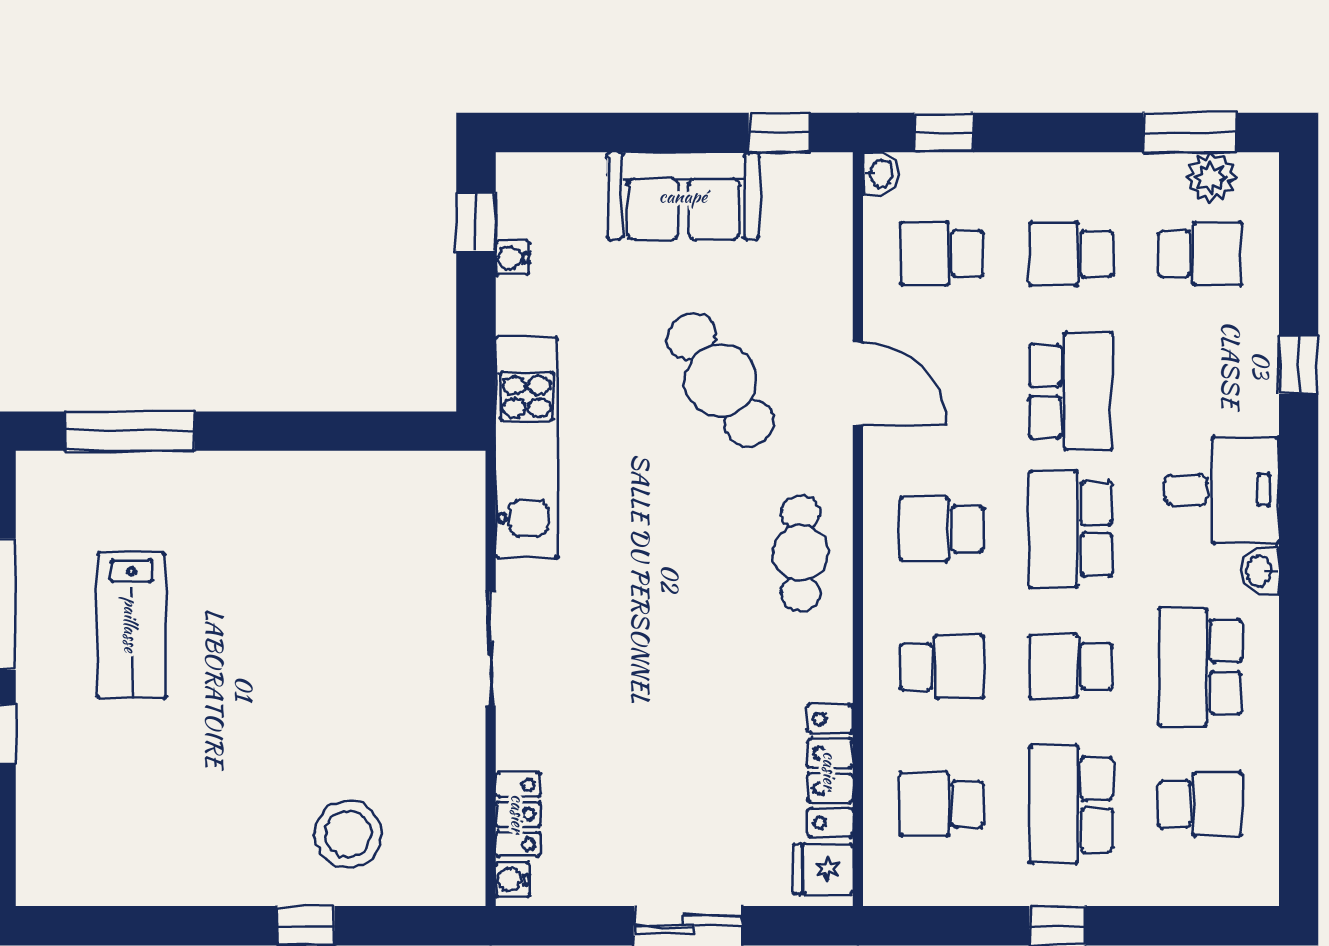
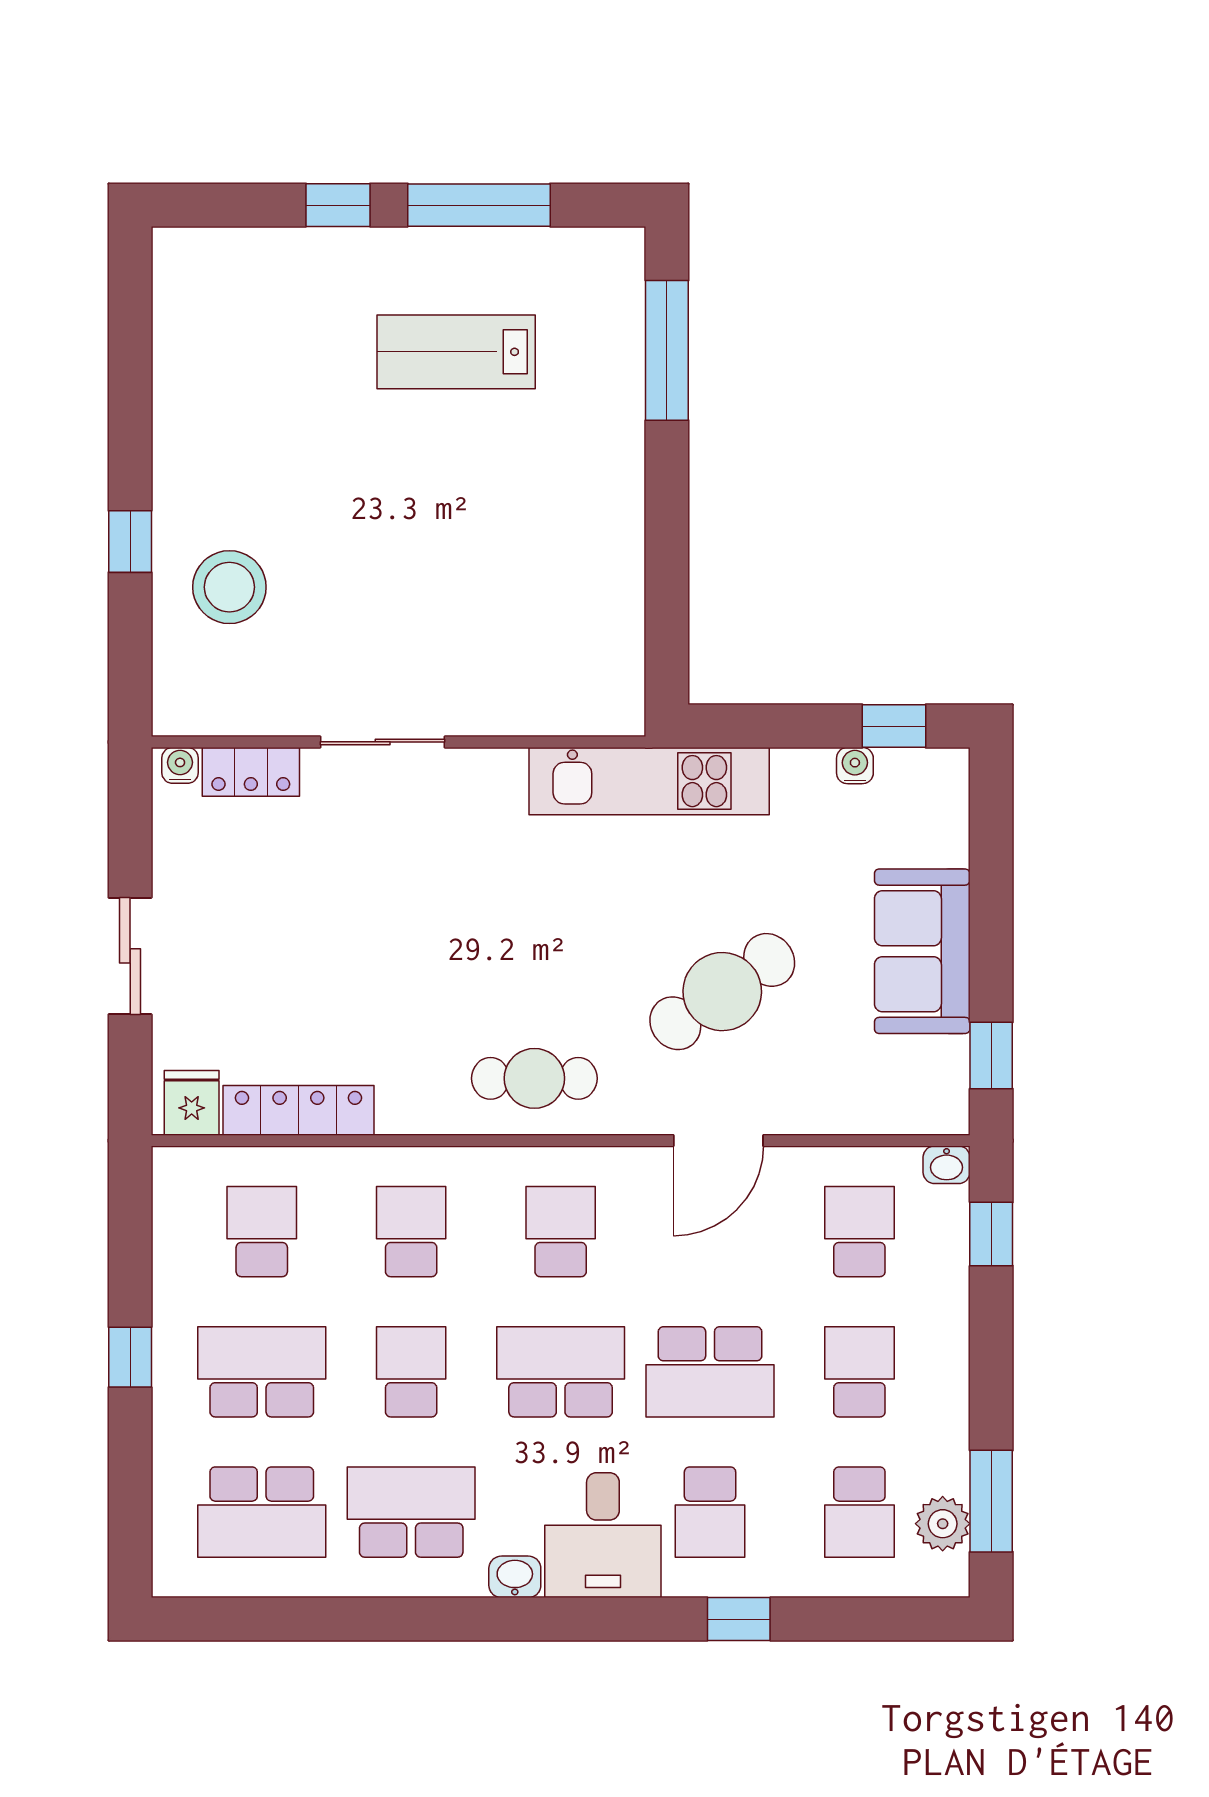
school desk: (1200, 391) -> (710, 1512), added
sliding door: (491, 648) -> (383, 742), moved
school desk: (942, 667) -> (411, 1232), turned 180
school desk: (1200, 804) -> (262, 1512), width x1.85

